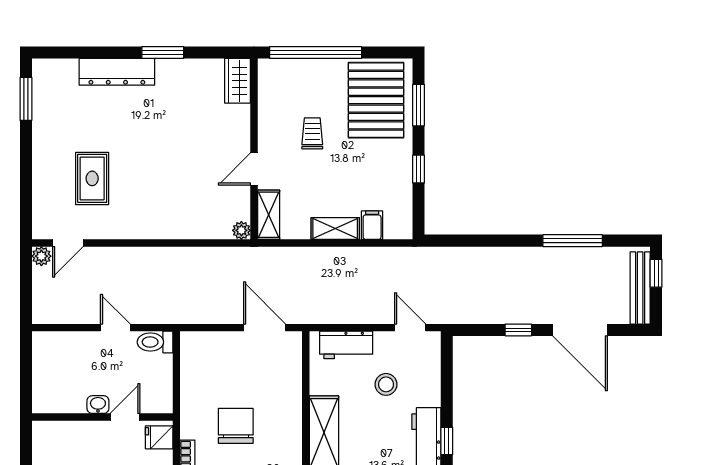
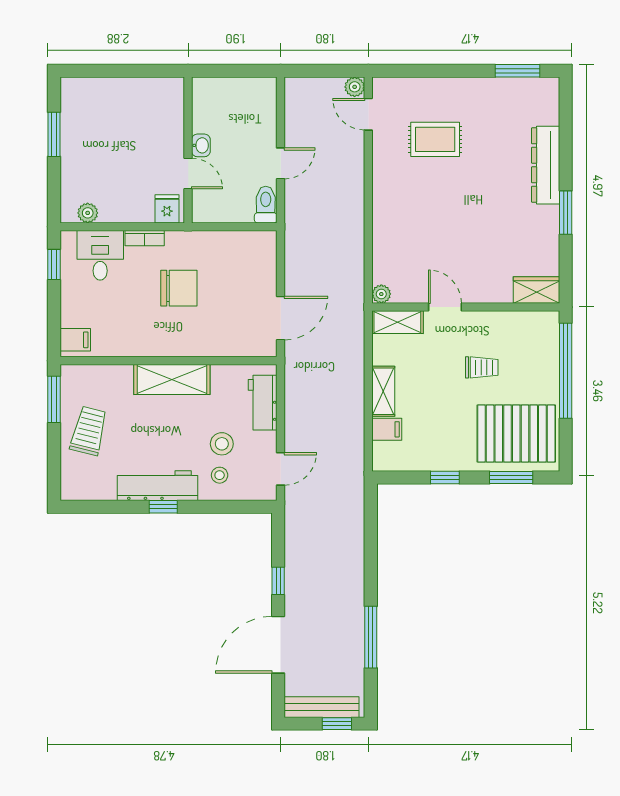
stool: (416, 387) -> (220, 475), added

